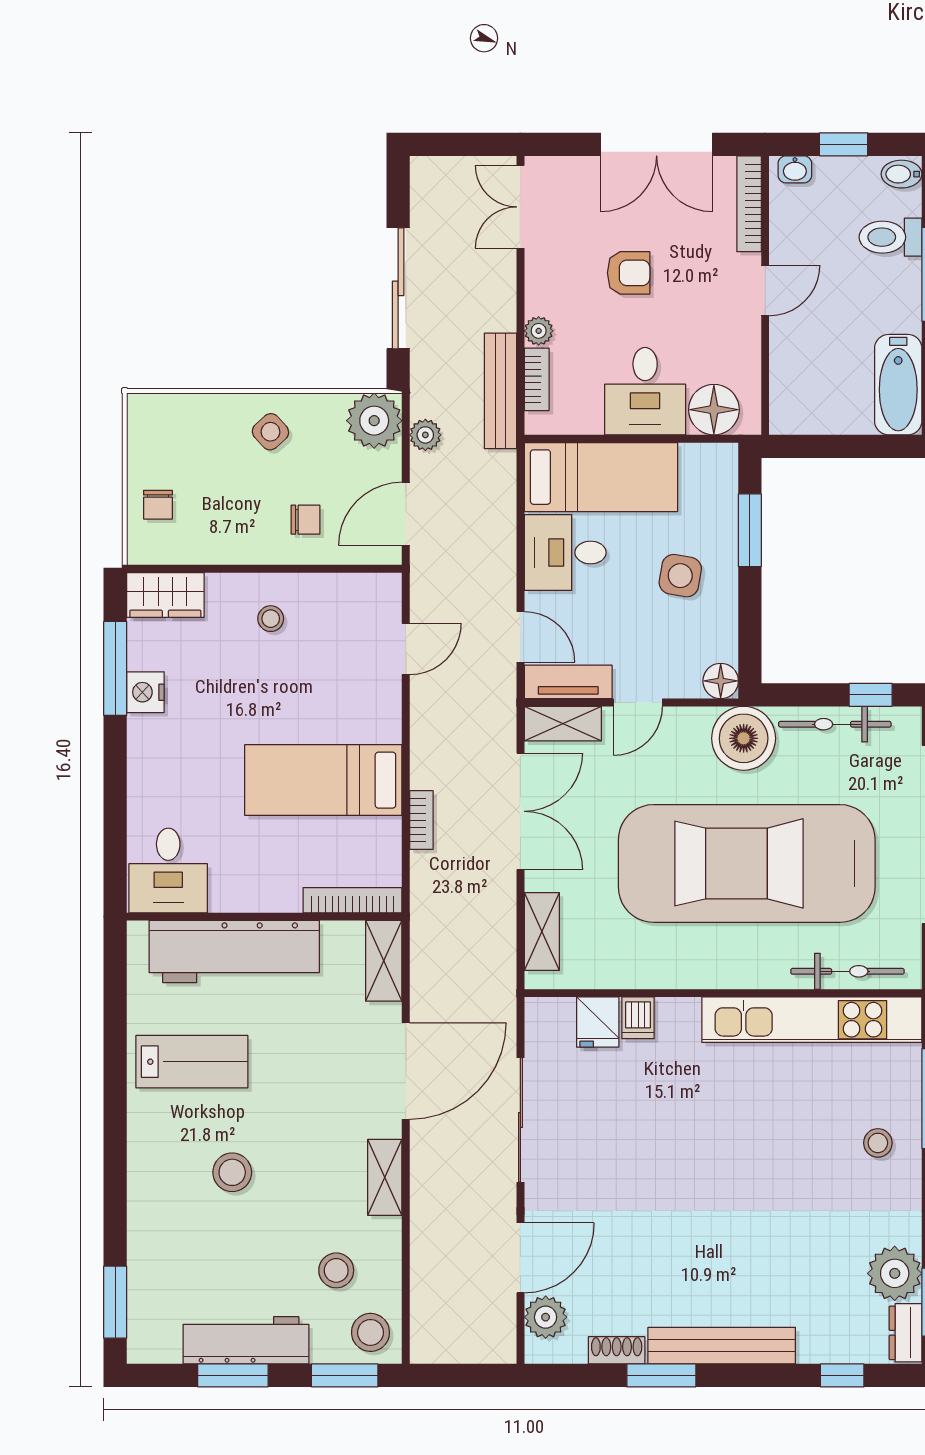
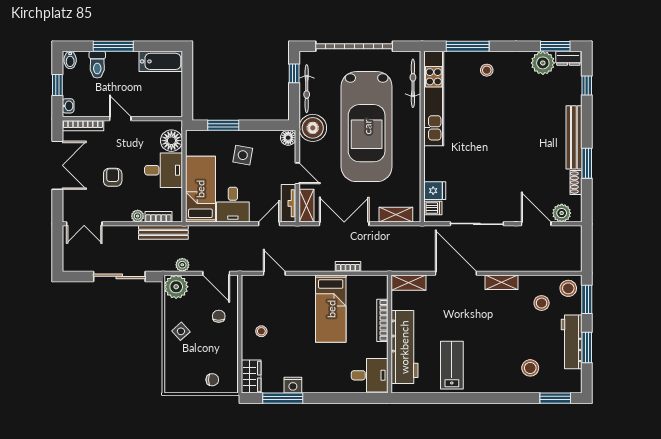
bookcase: (352, 900) -> (382, 320), moved
dishwasher: (638, 1018) -> (433, 208), moved
stool: (232, 1172) -> (530, 368), moved

